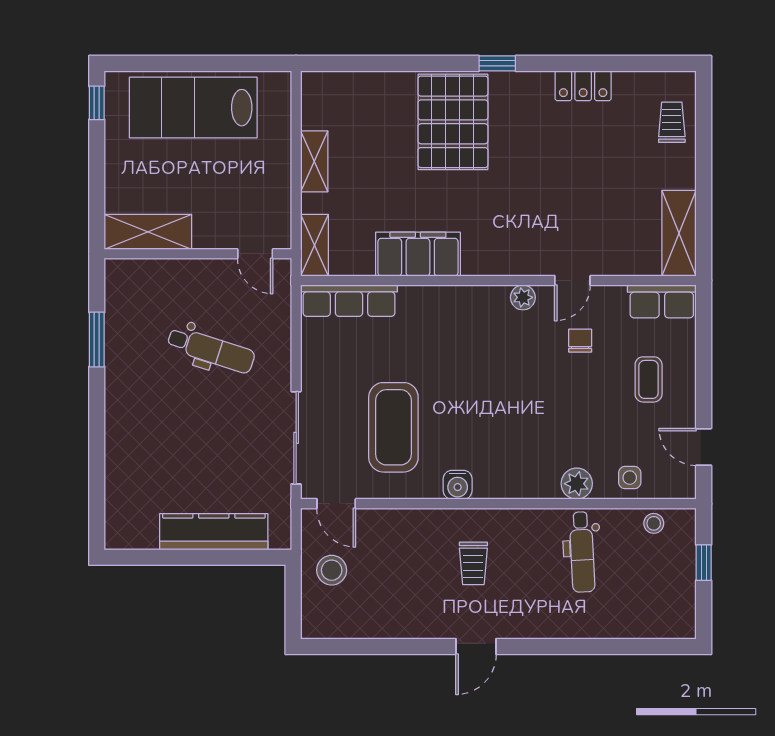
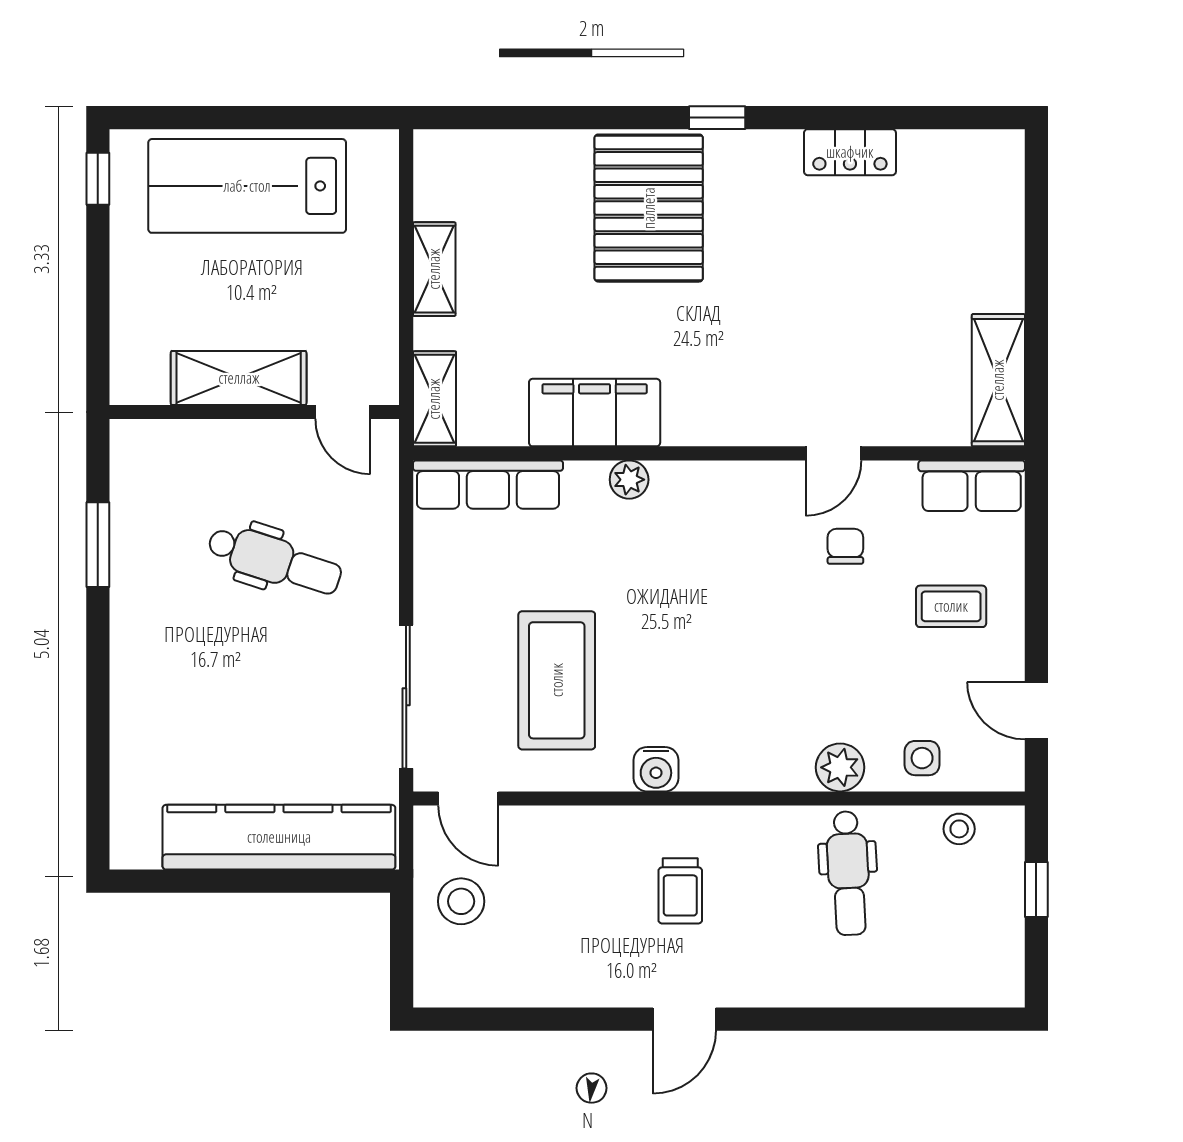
trolley: (672, 122) -> (987, 209), removed
shelving: (148, 232) -> (239, 378), moved
plant: (523, 297) -> (629, 480), moved
coffee table: (649, 379) -> (951, 606), turned 90
kitchen counter: (214, 532) -> (279, 837), width x1.39, depth x1.17

